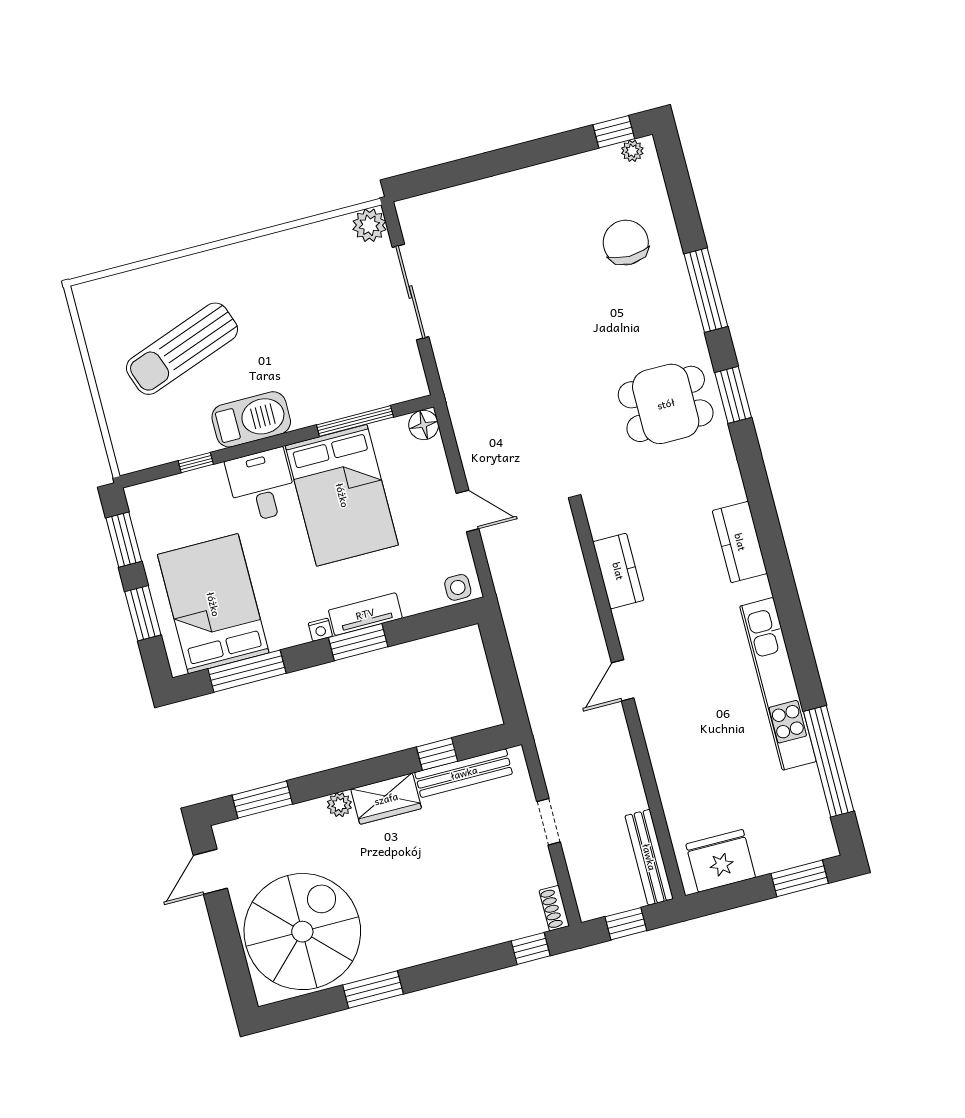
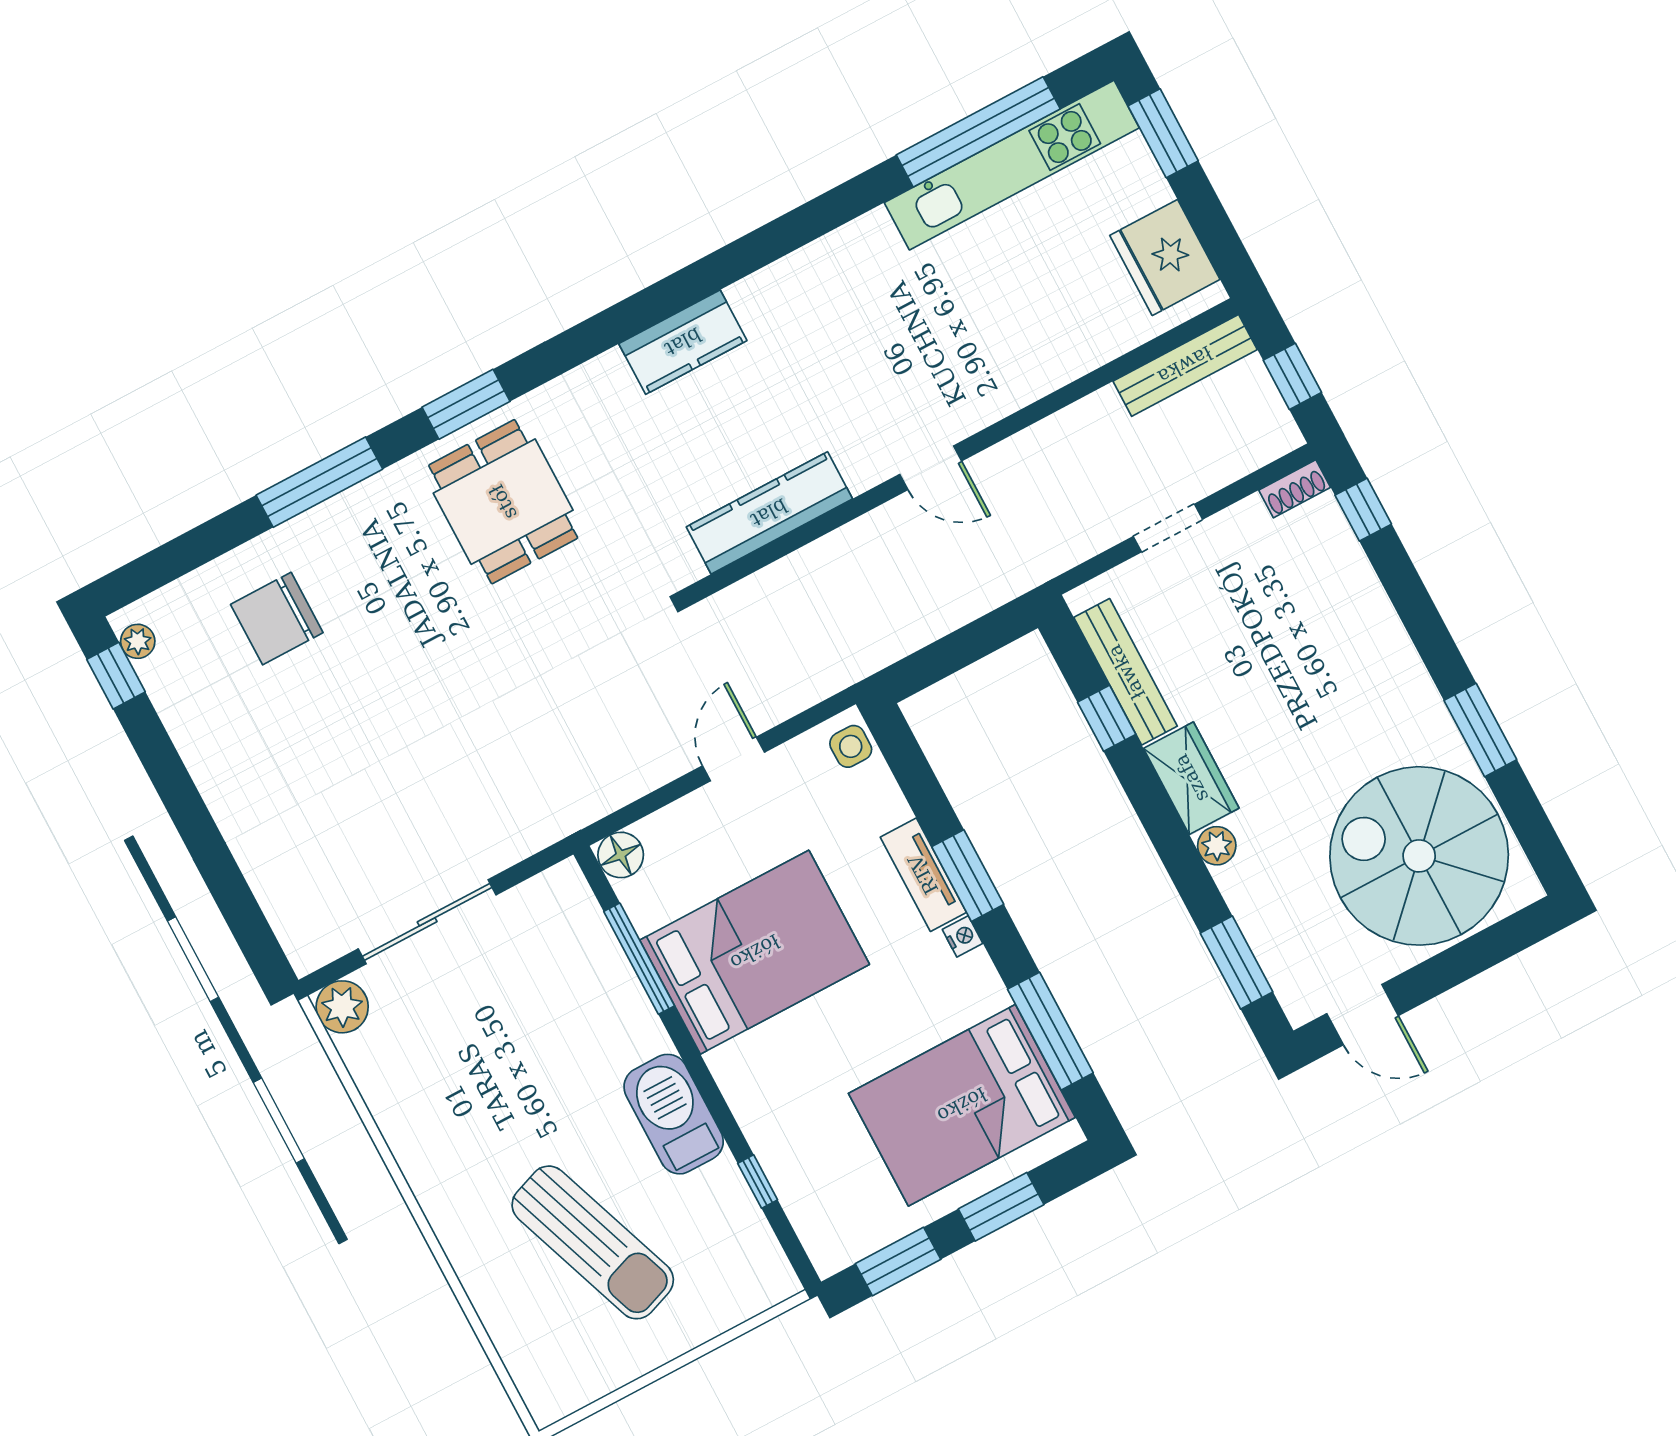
desk: (262, 485) -> (768, 1075), removed
kitchen counter: (618, 571) -> (769, 513), width x1.50
kitchen unit: (778, 684) -> (1012, 165), moved

